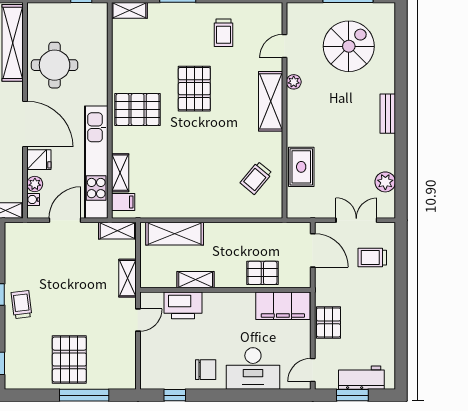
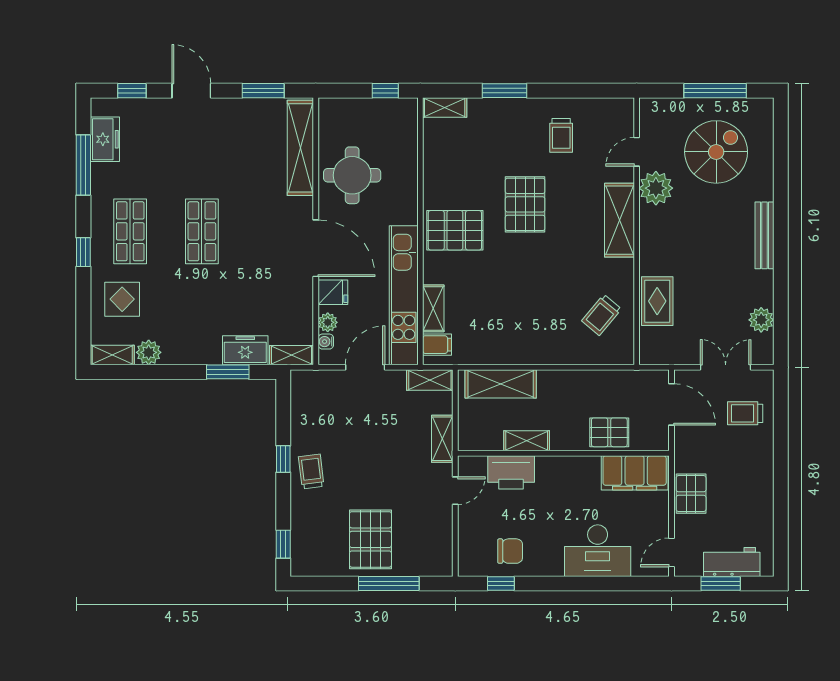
plant: (294, 82) -> (656, 188), width x1.88, depth x1.88
bench: (388, 114) -> (764, 235), width x1.36
chair: (206, 370) -> (510, 551), moved

